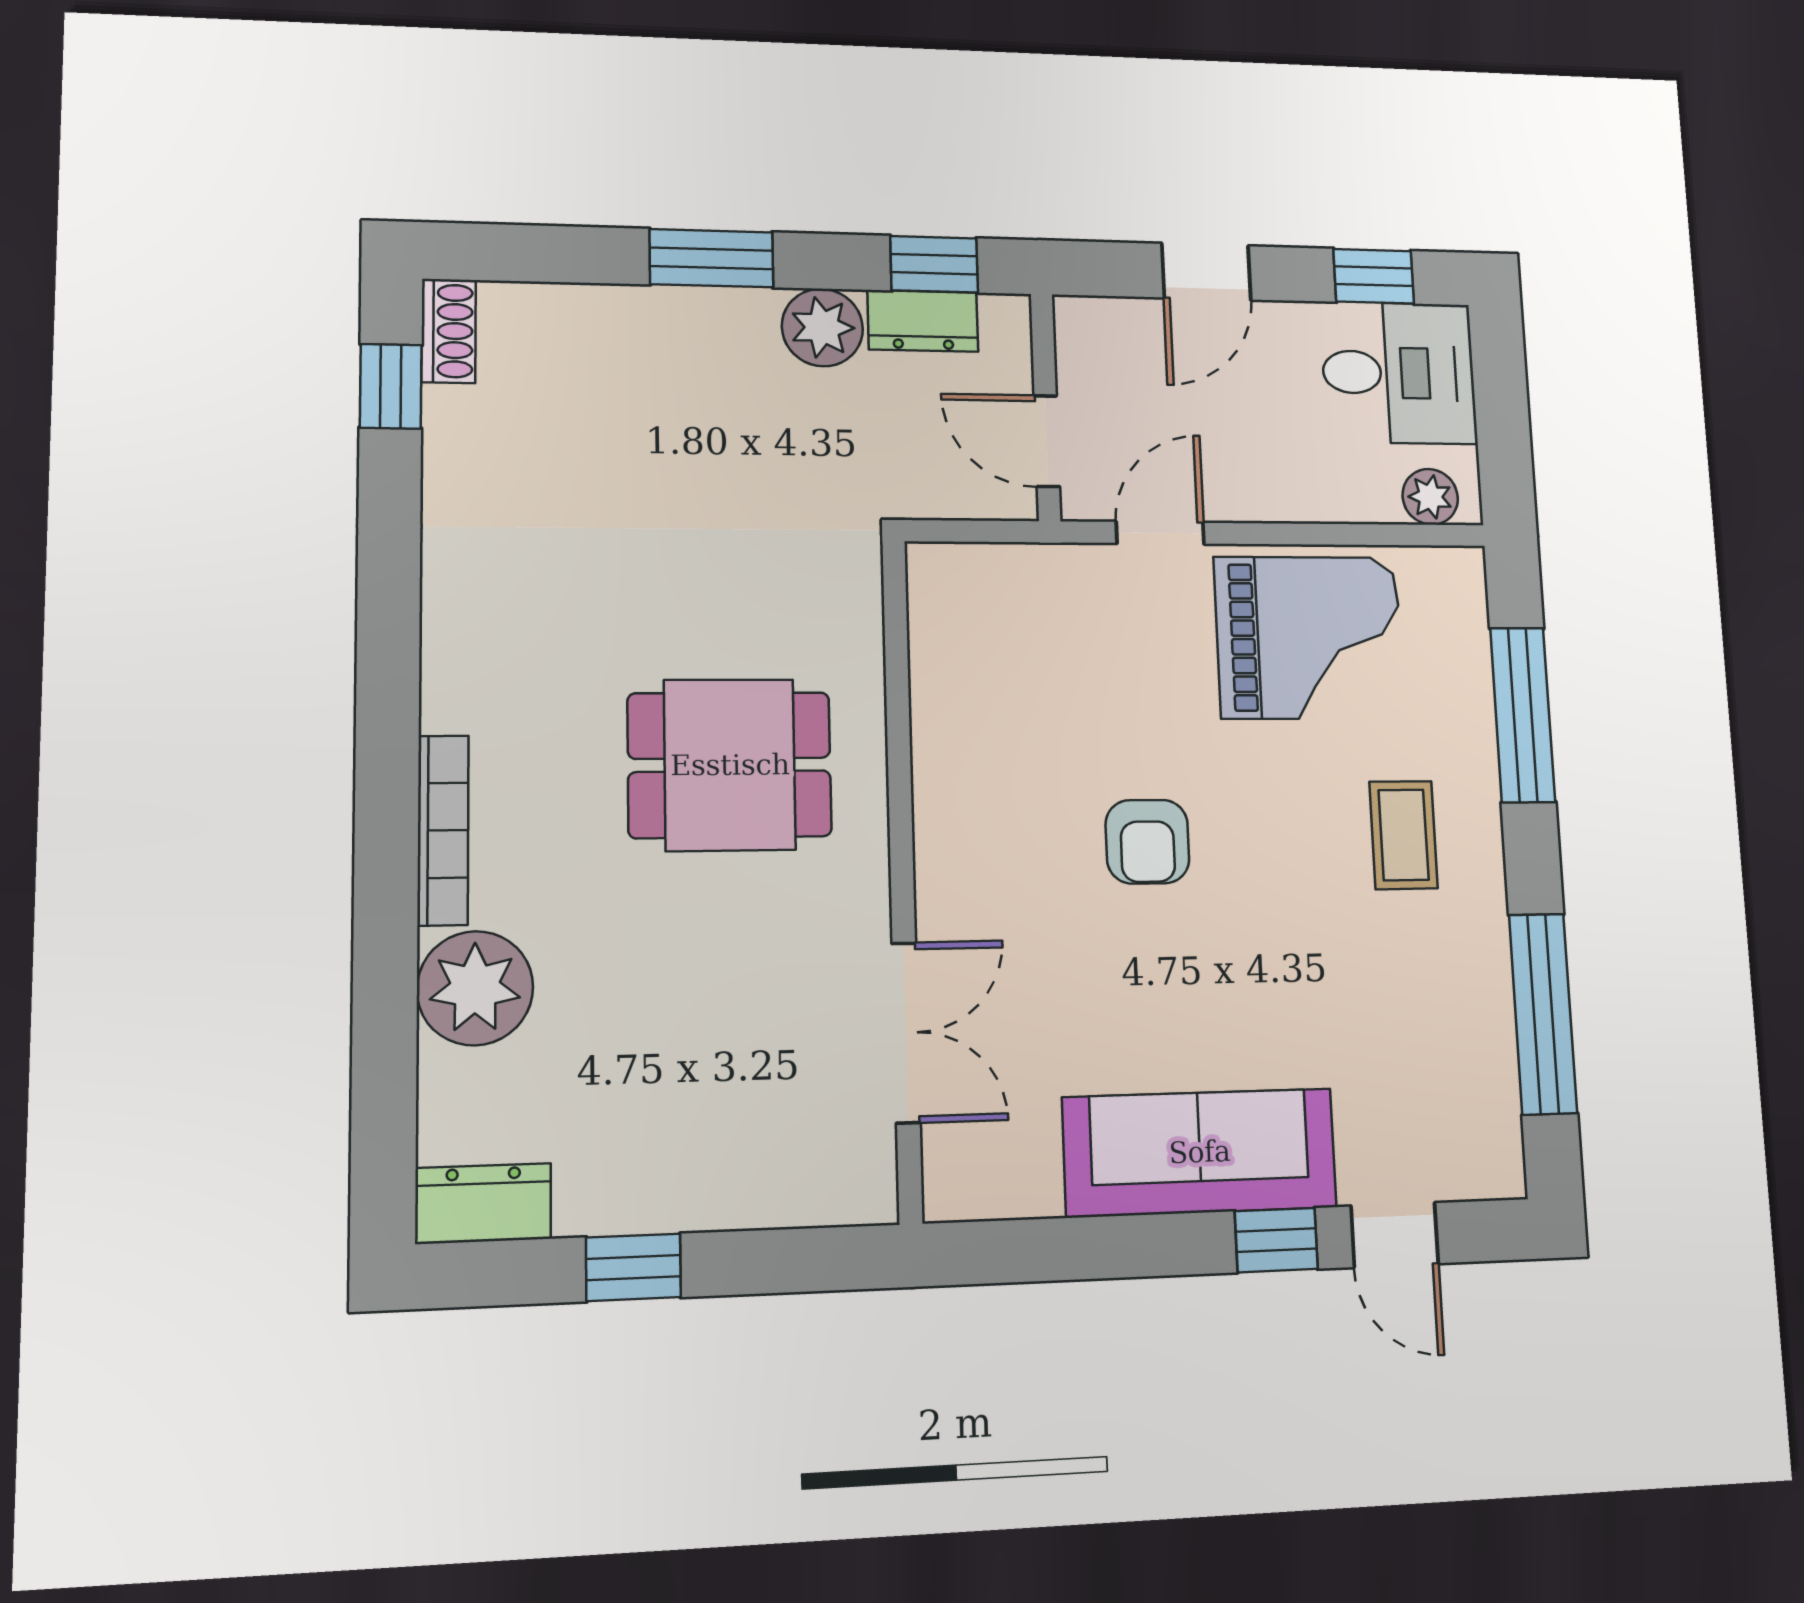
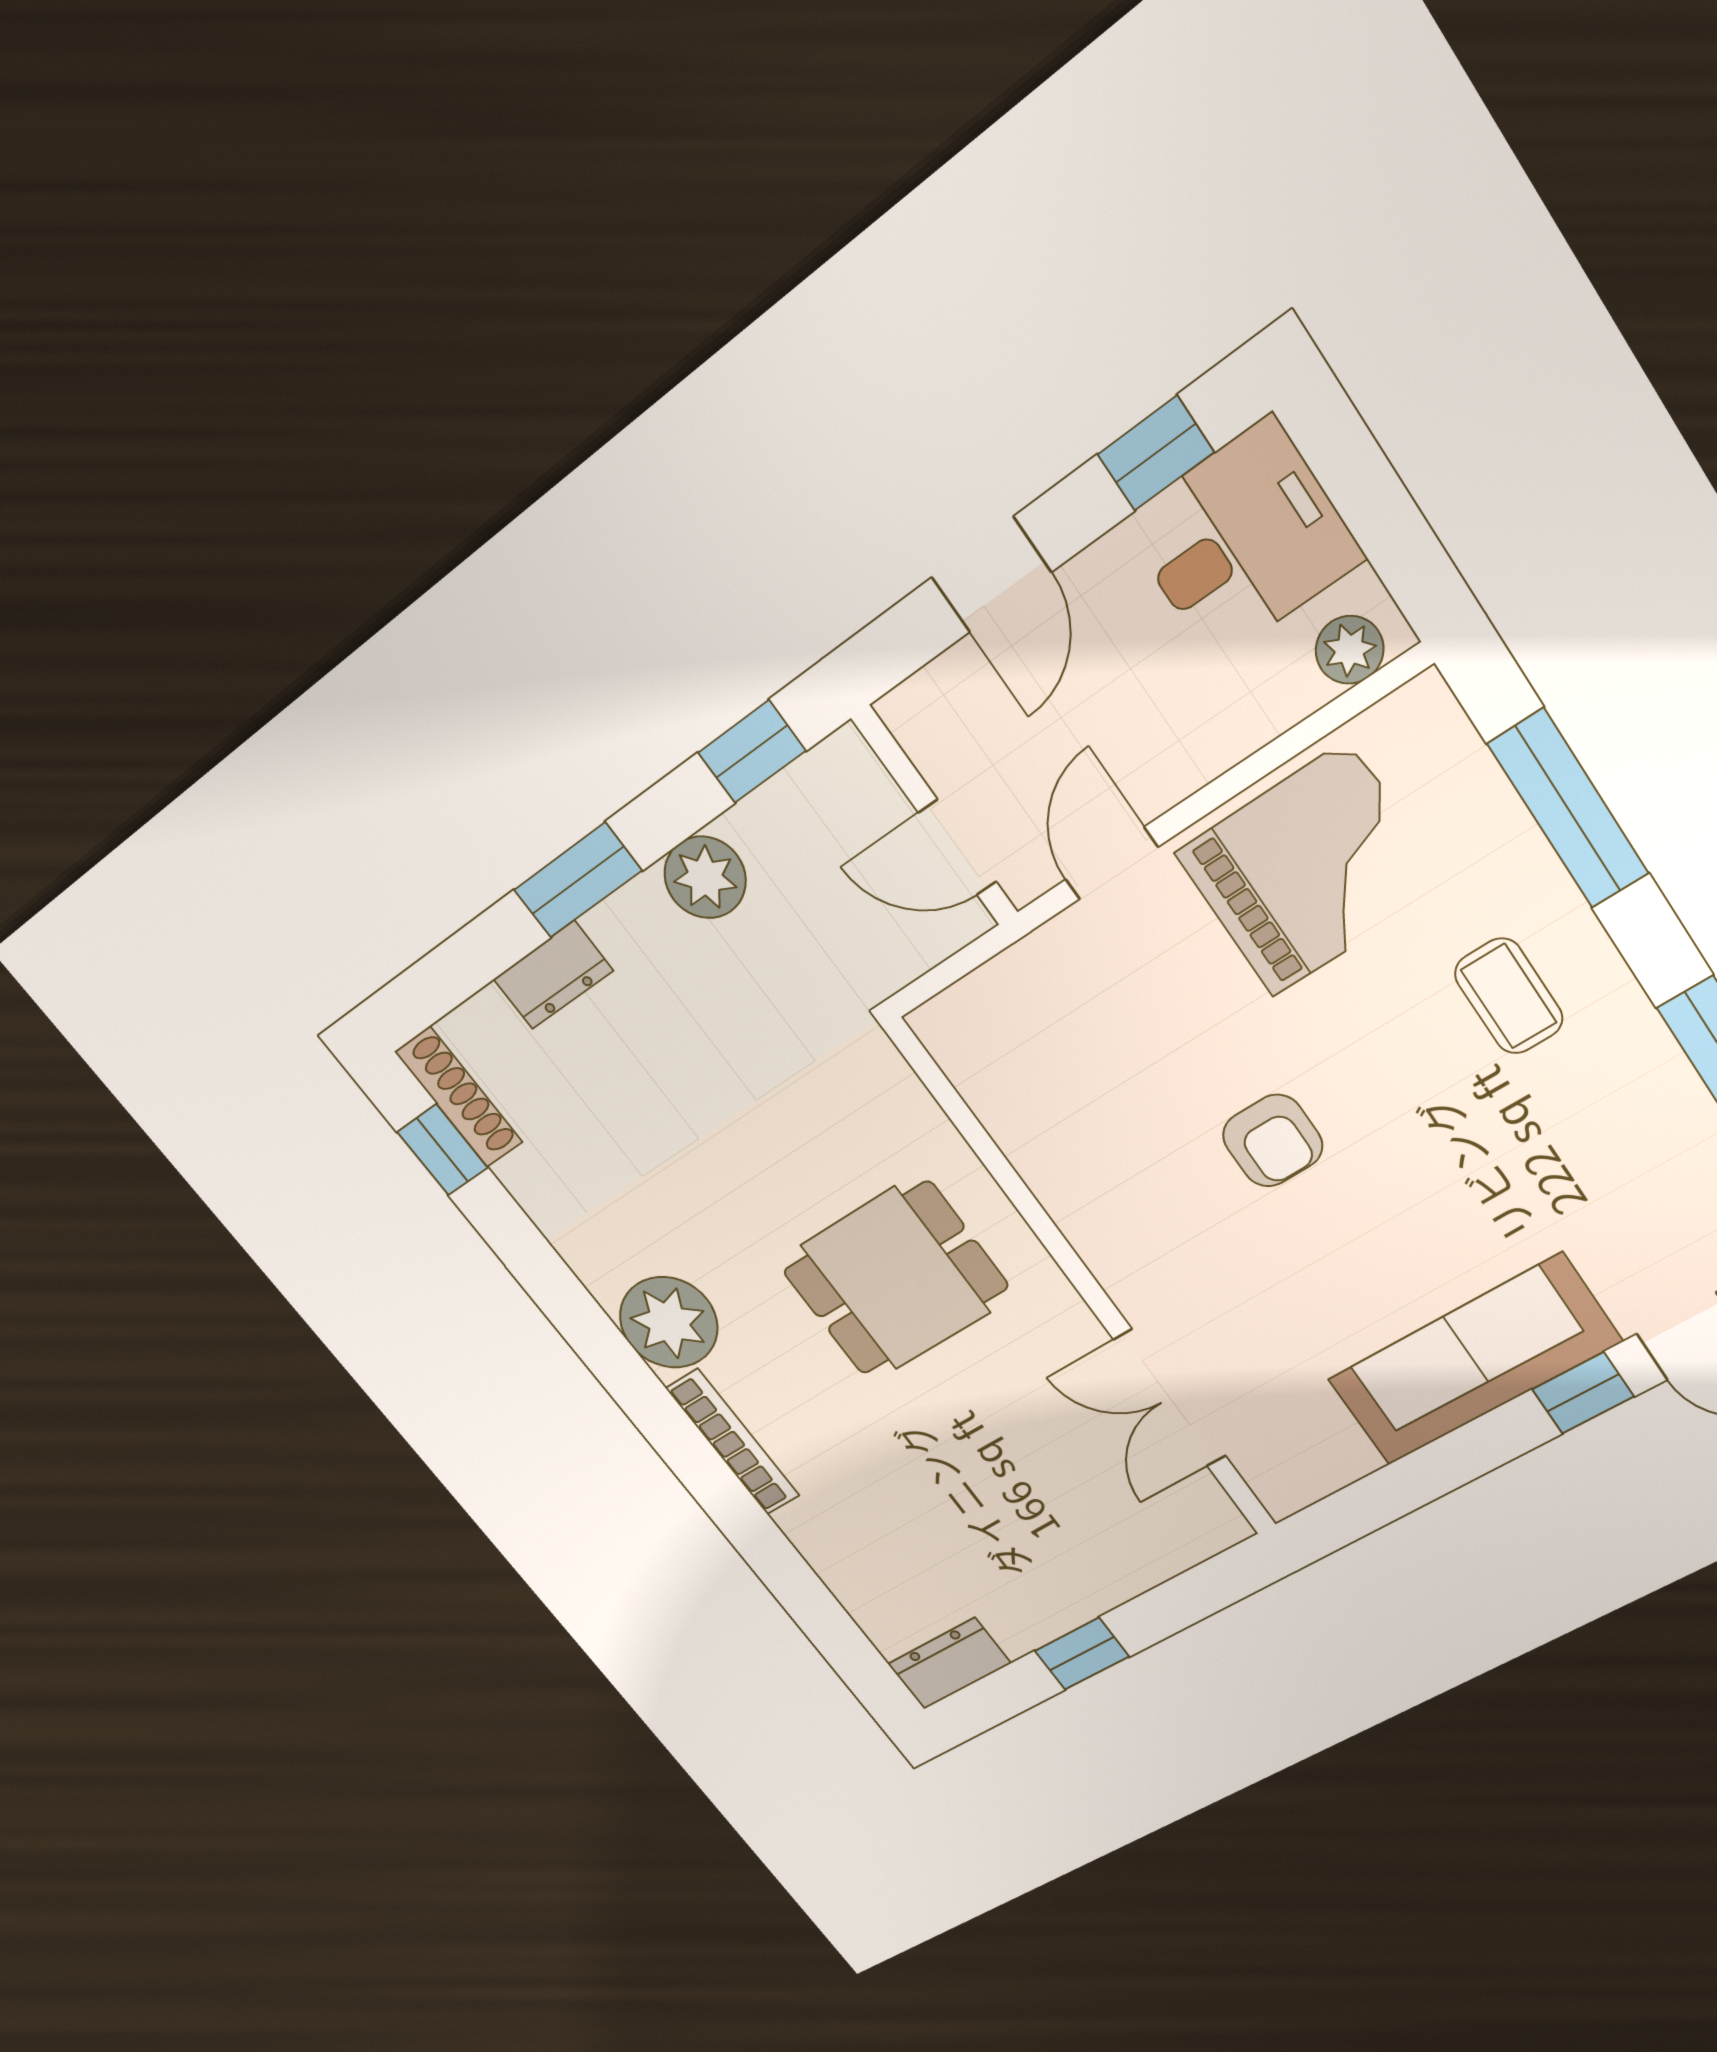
dresser: (923, 321) -> (553, 975), moved
shoe rack: (449, 331) -> (459, 1097), width x1.43
plant: (475, 988) -> (669, 1322), moved
double door: (906, 1033) -> (1170, 1398), swing flipped

